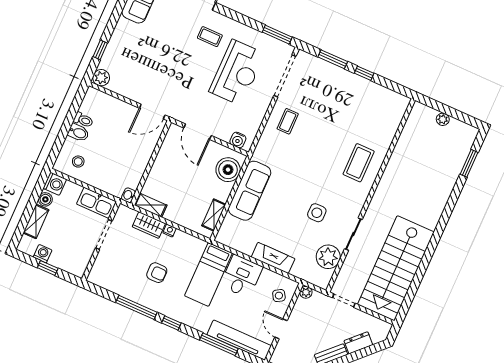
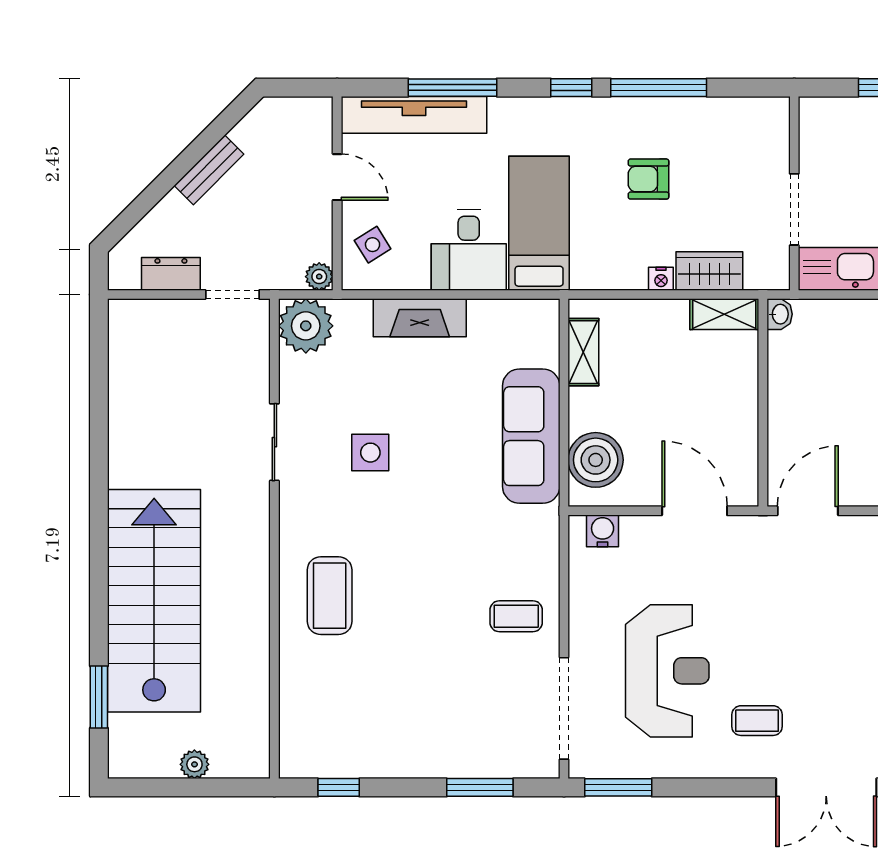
reception desk: (237, 73) -> (667, 671), turned 180
window: (364, 73) -> (339, 787), moved
coffee table: (288, 121) -> (516, 616), turned 90
plant: (328, 257) -> (306, 326), moved
stairs: (396, 268) -> (154, 601), moved
dresser: (358, 343) -> (171, 274), moved, turned -135

